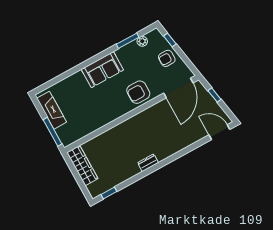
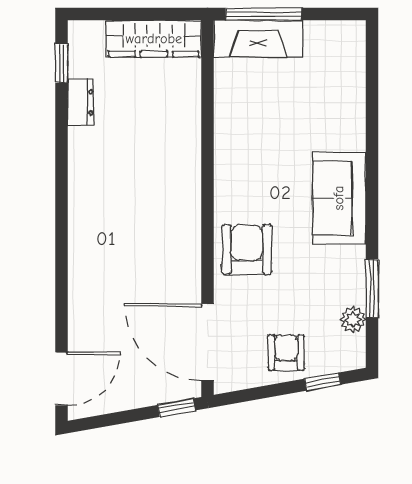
window: (214, 95) -> (177, 408), moved
fireplace: (52, 110) -> (258, 38), moved
dresser: (148, 163) -> (81, 102), moved

